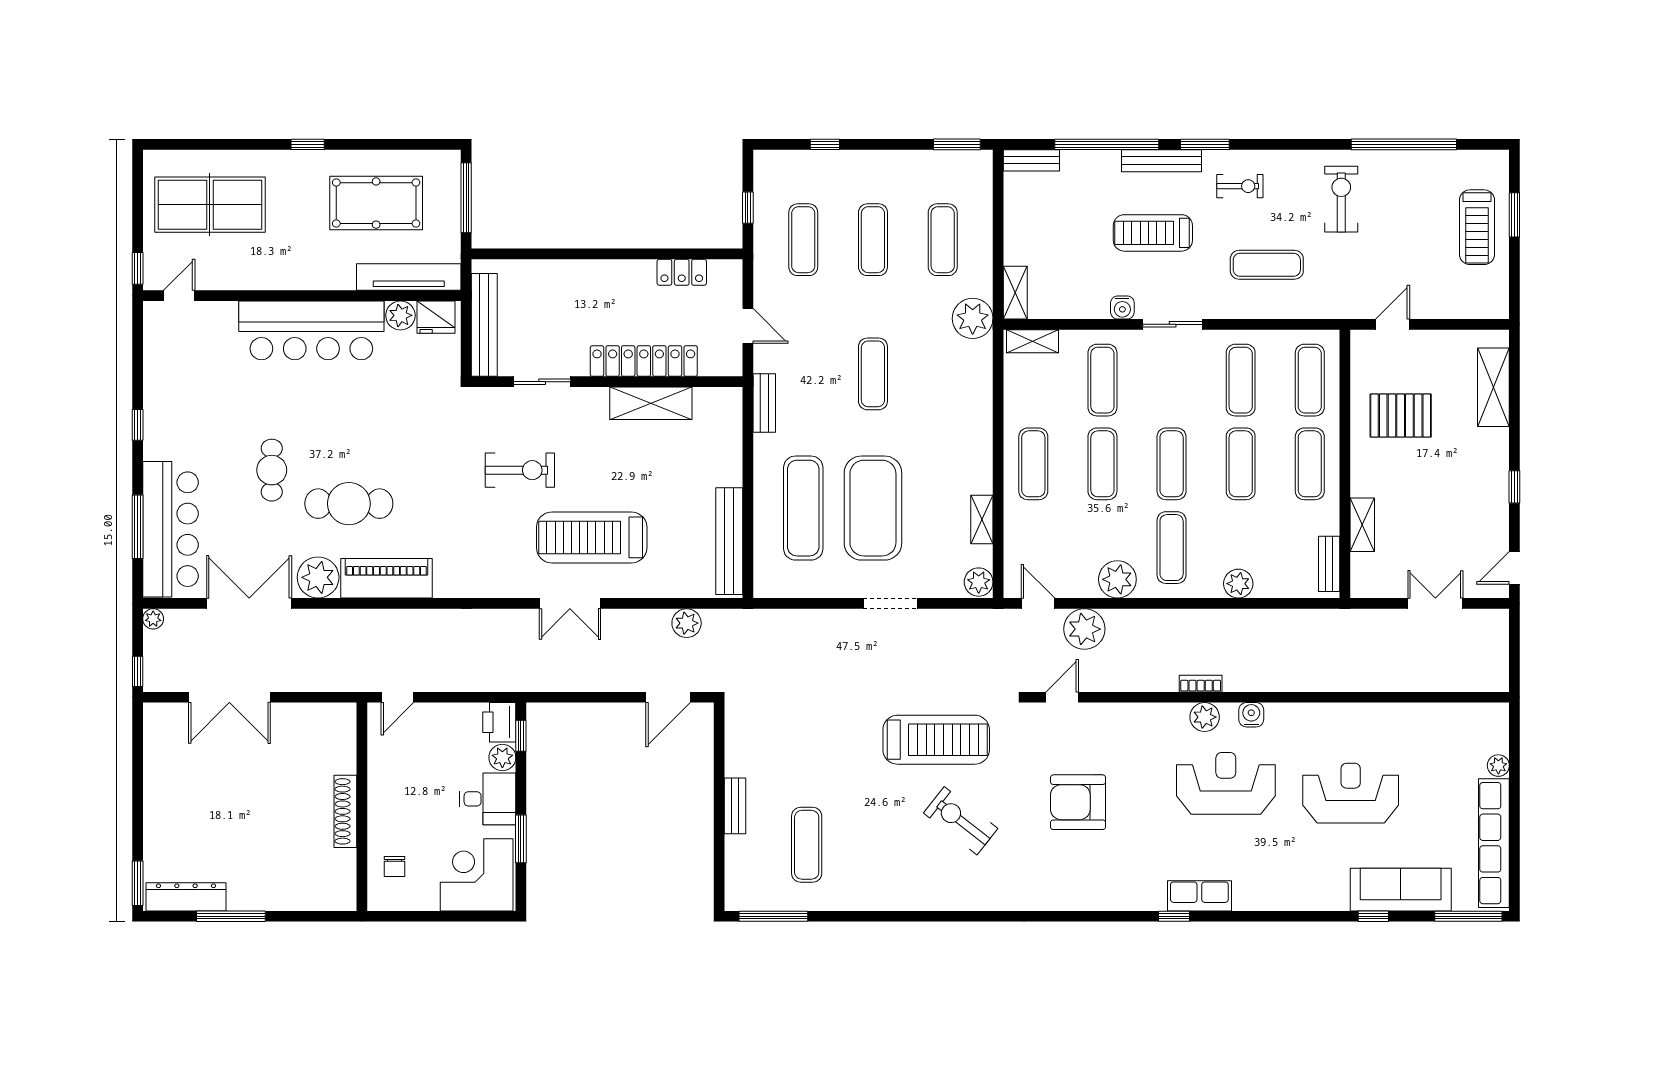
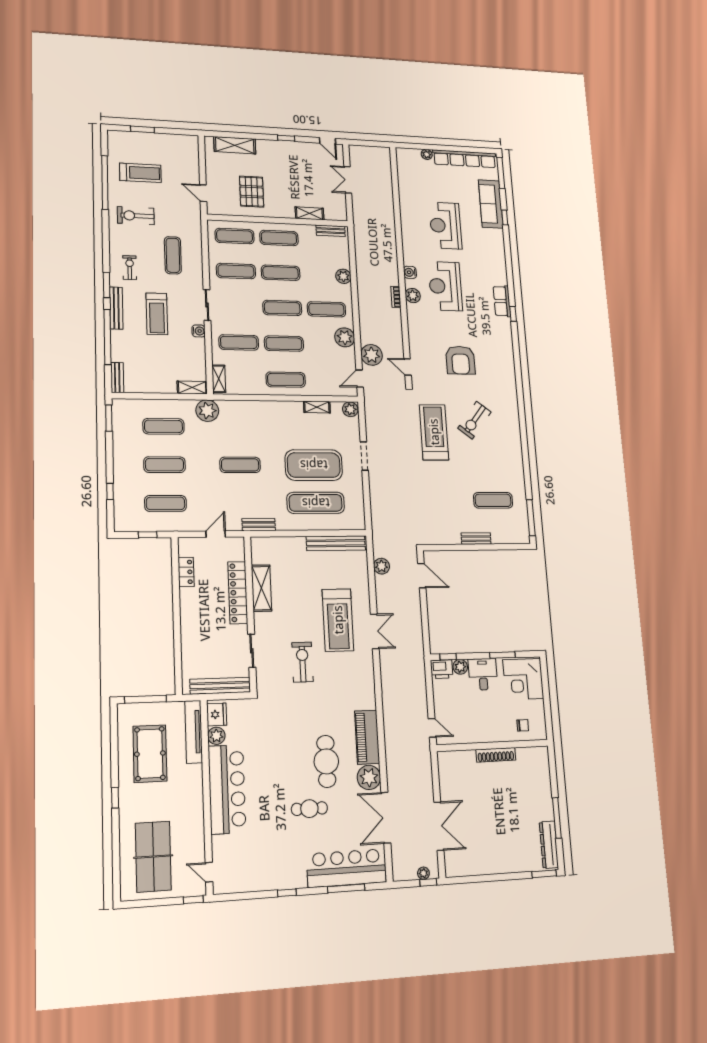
treadmill: (1477, 227) -> (140, 173), moved
plant: (153, 619) -> (423, 873), moved

